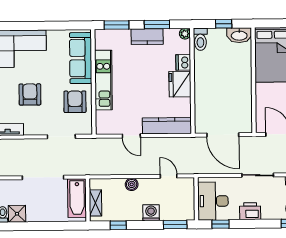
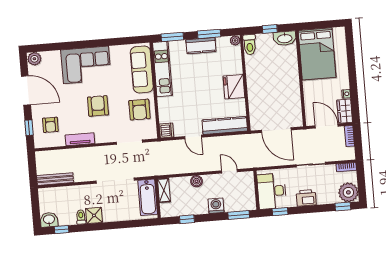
dishwasher: (183, 62) -> (166, 130), moved, turned 180
kitchen unit: (103, 80) -> (162, 69), moved
armchair: (75, 102) -> (139, 110), turned 180
shelving: (95, 203) -> (164, 190), moved

